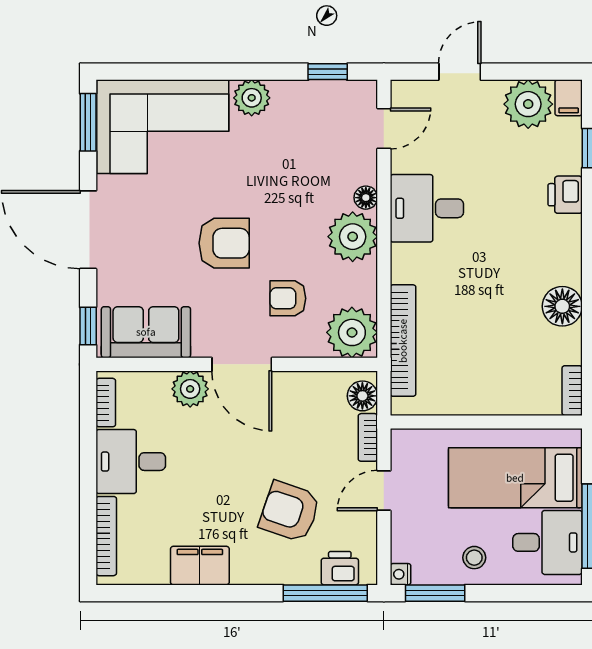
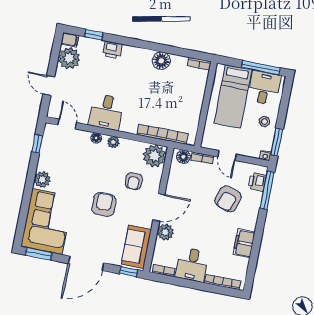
plant: (353, 237) -> (113, 142), width x0.53, depth x0.53

